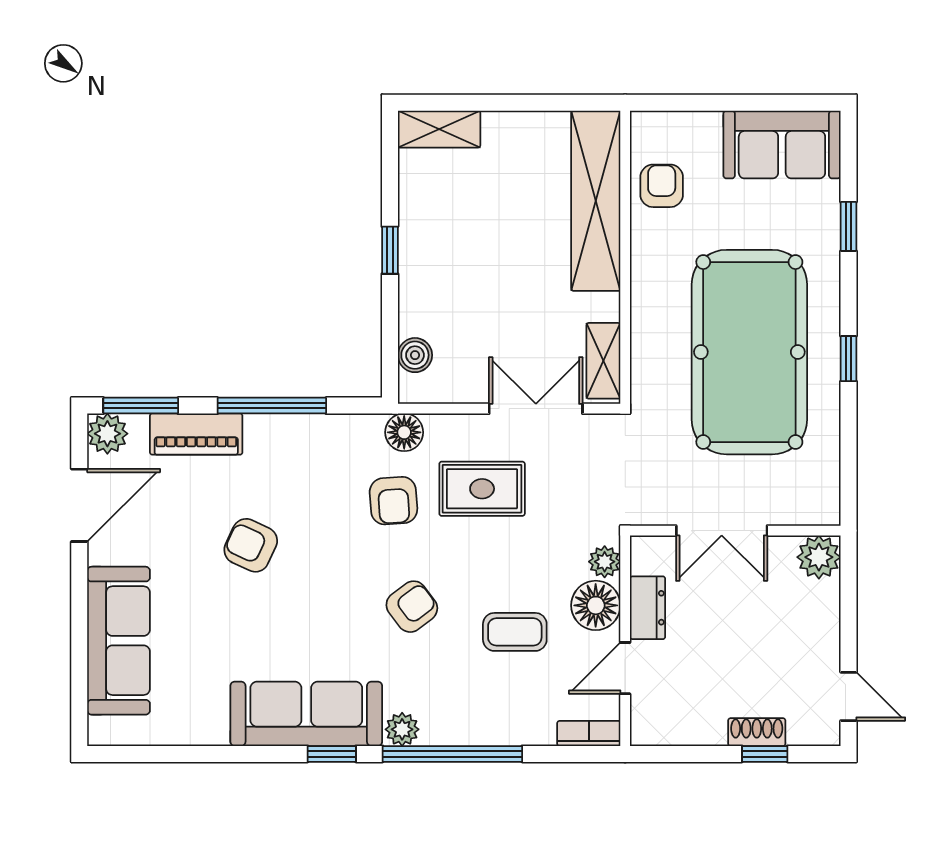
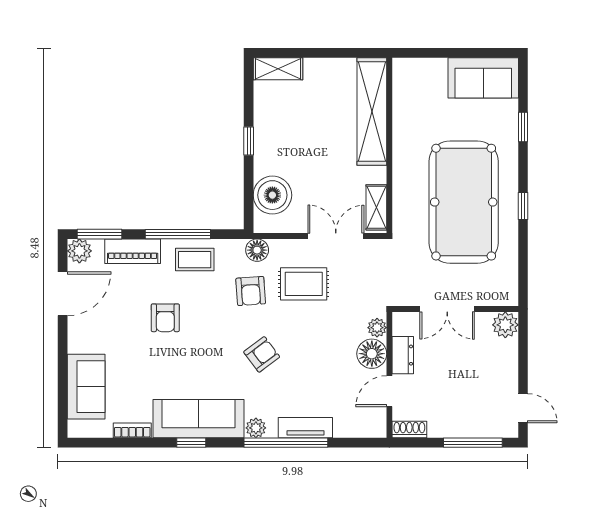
armchair: (662, 186) -> (411, 103), removed
boiler: (415, 355) -> (272, 195), width x1.86, depth x1.86
armchair: (251, 545) -> (165, 318), turned -115
coffee table: (515, 632) -> (195, 260), moved
sofa: (119, 641) -> (86, 387), width x0.73
tv unit: (485, 729) -> (305, 428), added
shoe rack: (757, 732) -> (409, 430), moved
bookcase: (589, 733) -> (132, 430), moved
window: (332, 754) -> (191, 443), moved
window: (765, 754) -> (473, 443), width x2.17

